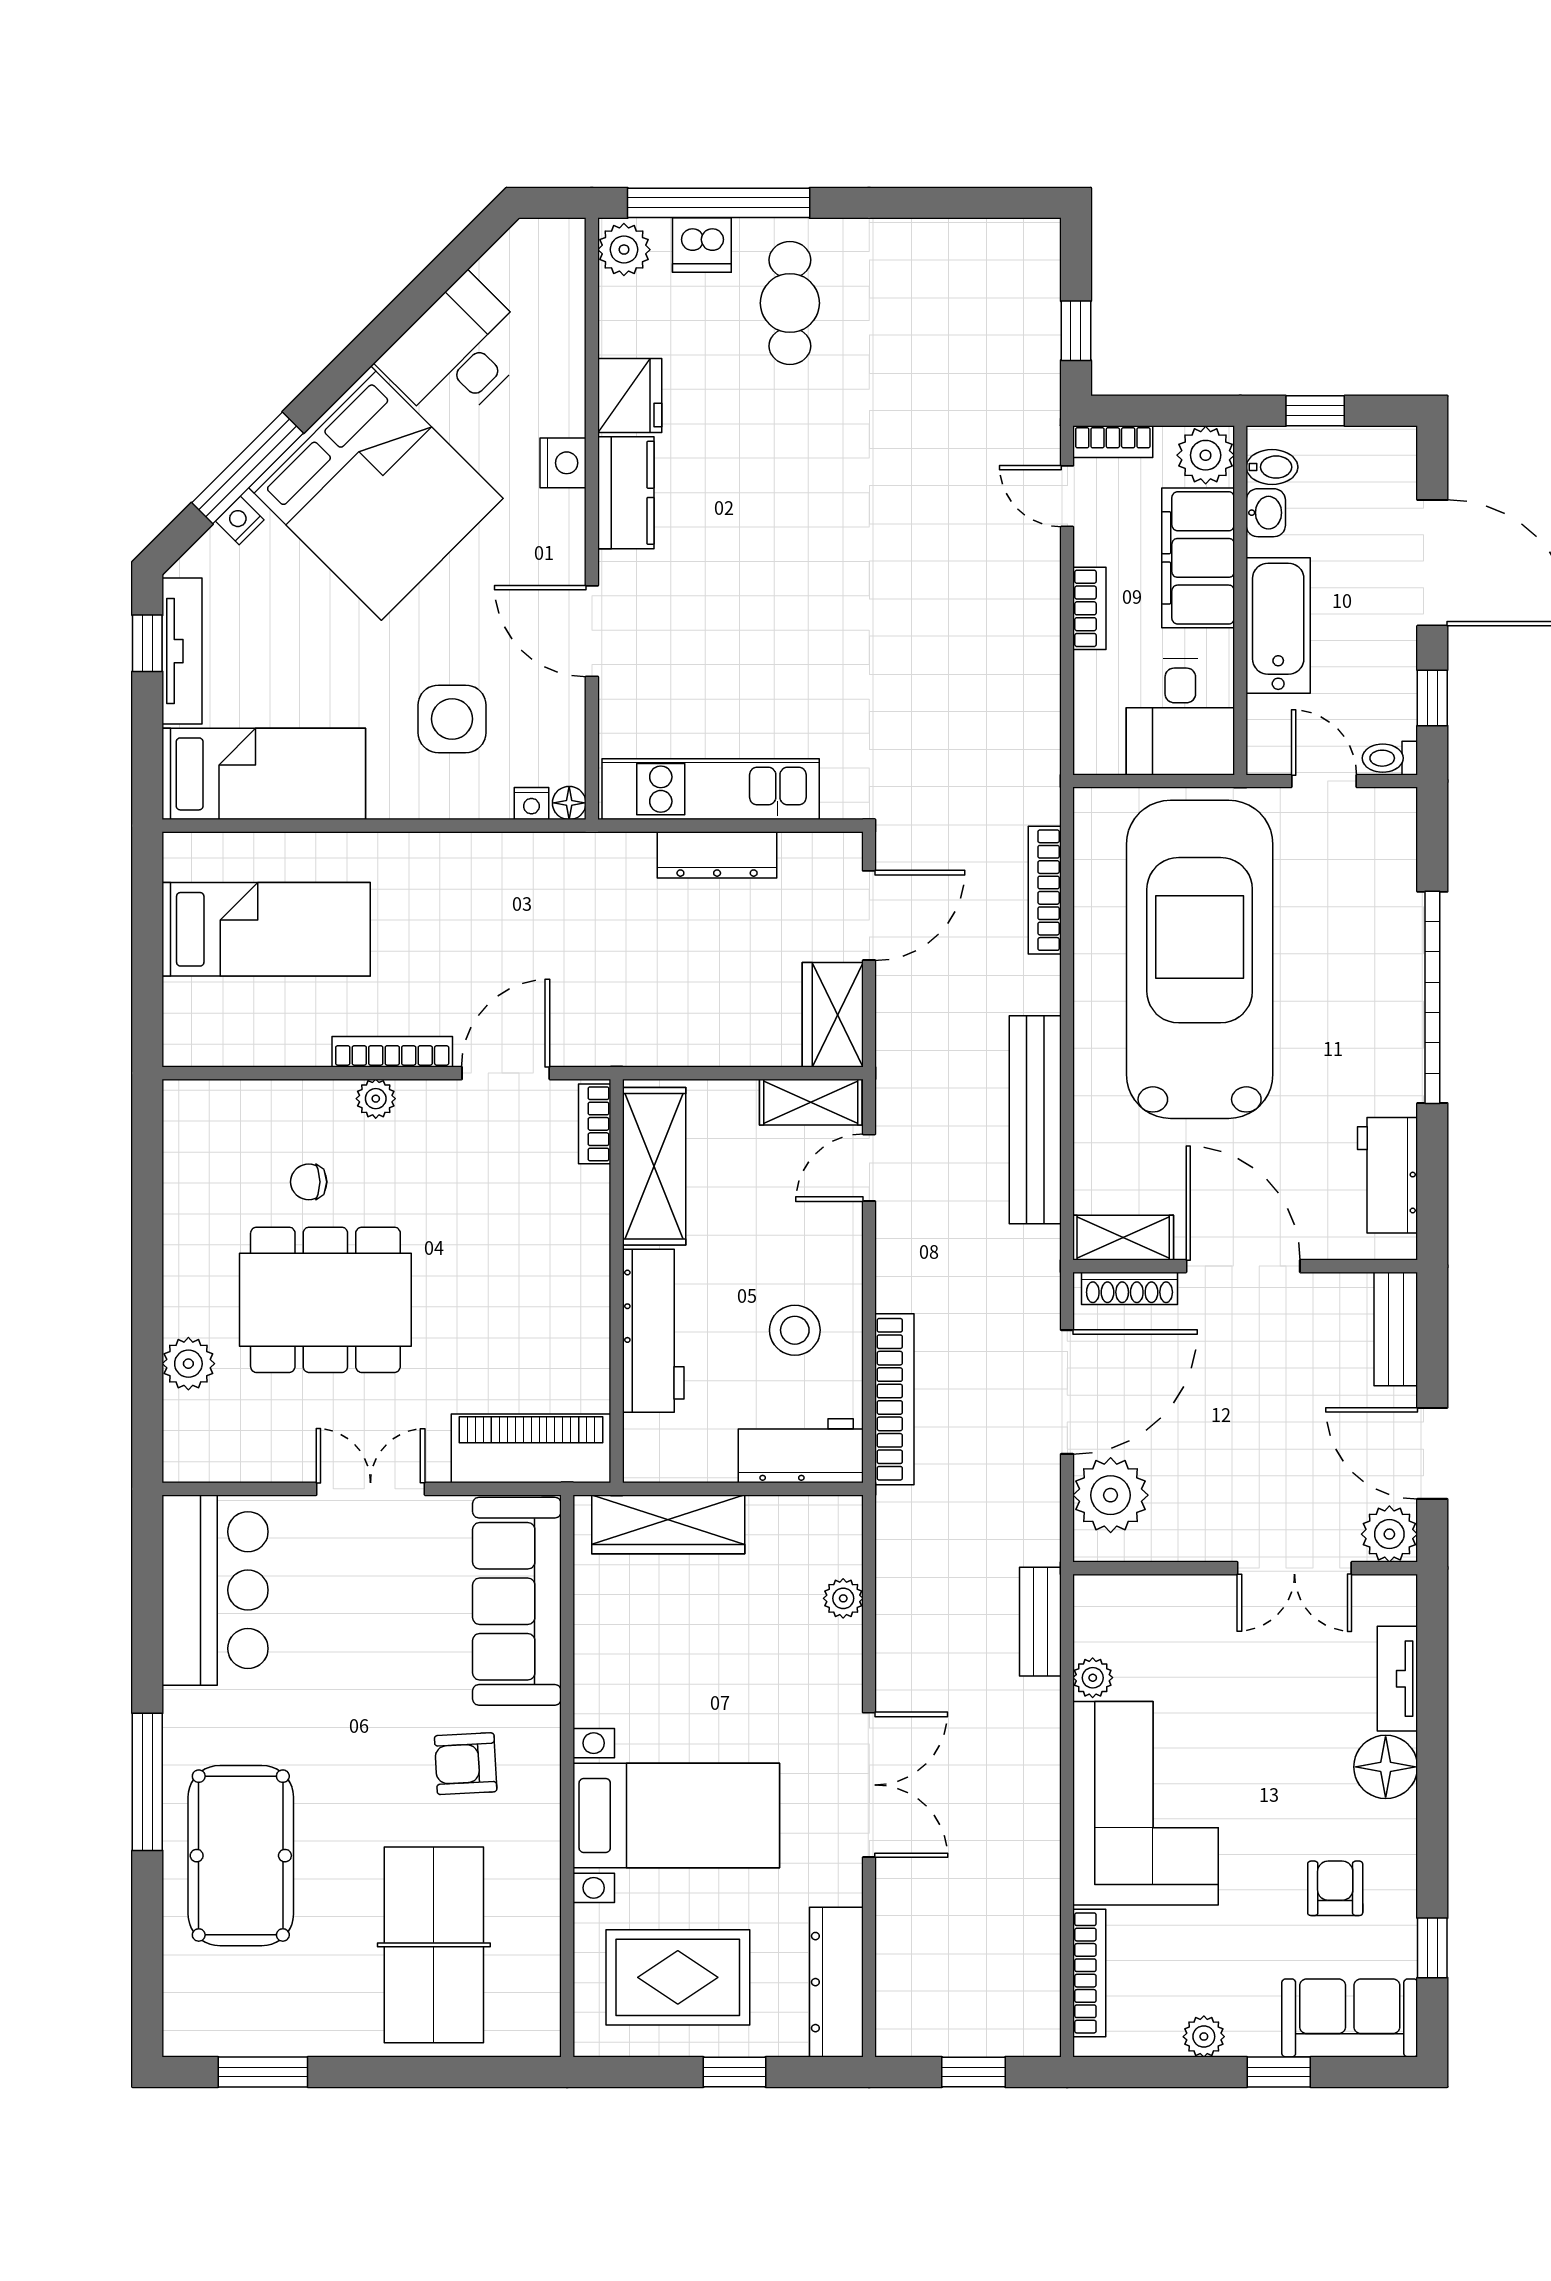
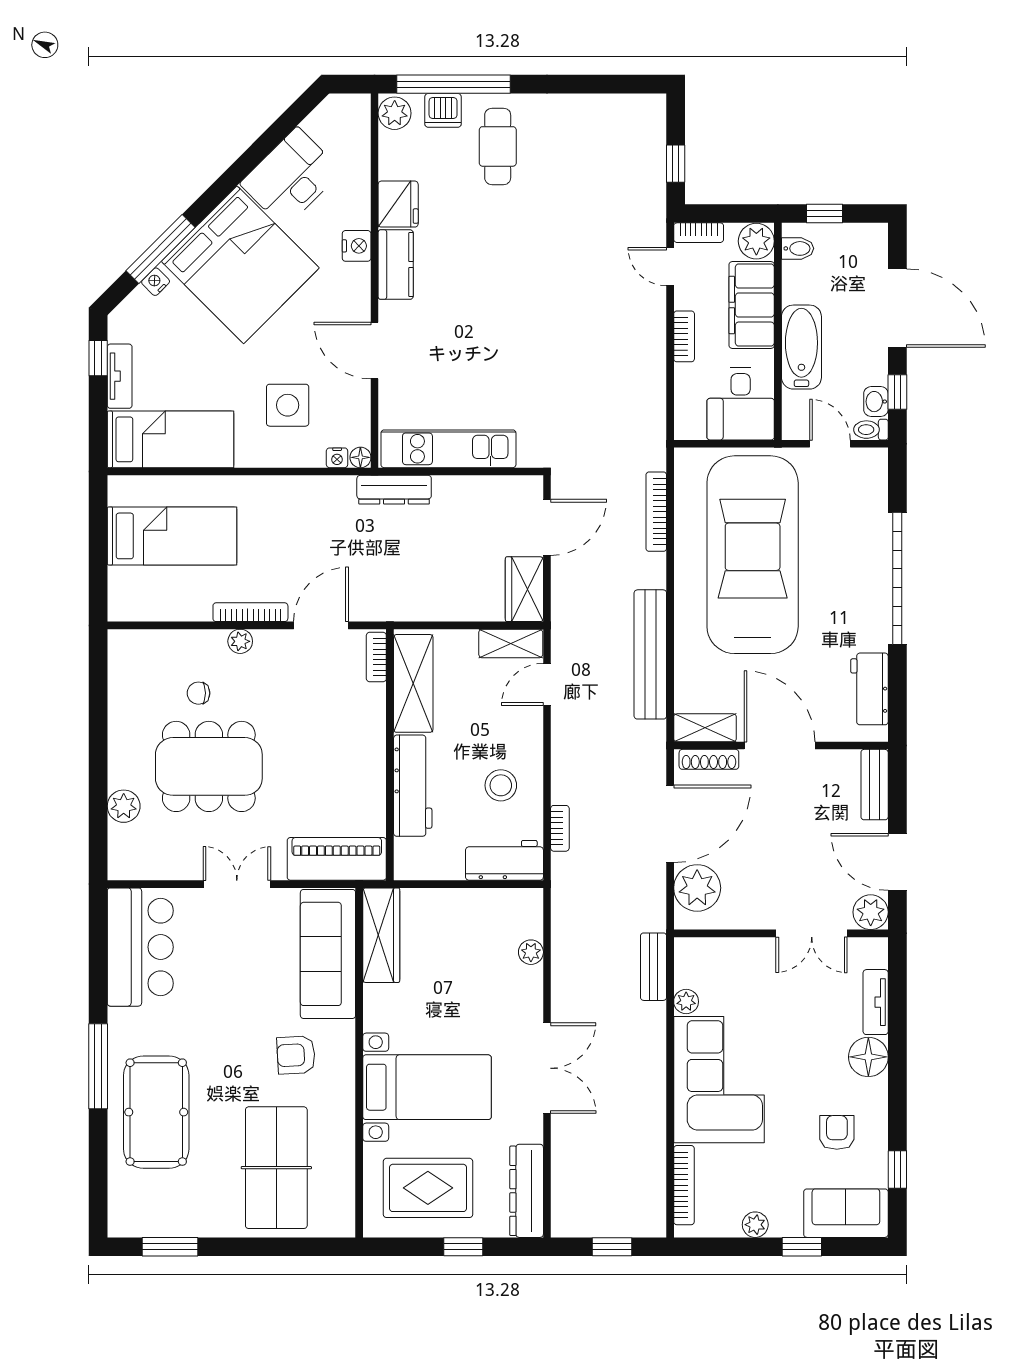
washbasin: (1266, 513) -> (876, 402), moved, turned 180
tv unit: (182, 651) -> (120, 376), width x0.71
dresser: (717, 855) -> (394, 490), moved
bookcase: (894, 1399) -> (560, 828), width x0.43, depth x0.76
wardrobe: (668, 1524) -> (381, 935), moved, turned -90

